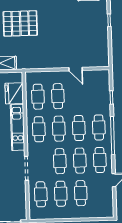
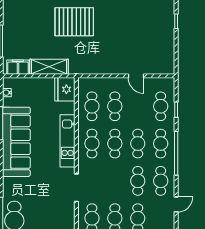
fridge: (14, 93) -> (65, 89), moved
cafe table: (60, 161) -> (161, 106), moved

